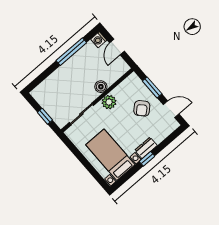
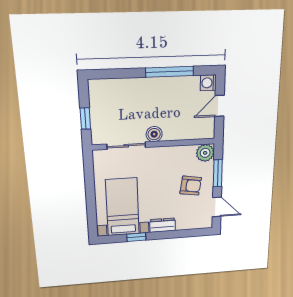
boiler: (101, 87) -> (154, 134), moved
plant: (109, 102) -> (205, 153), moved
armchair: (142, 108) -> (191, 186), turned -128
window: (147, 159) -> (136, 237), moved

